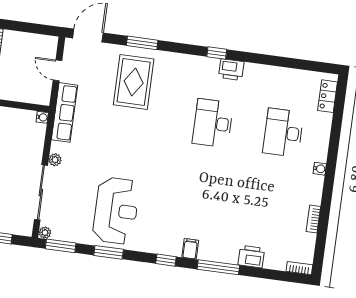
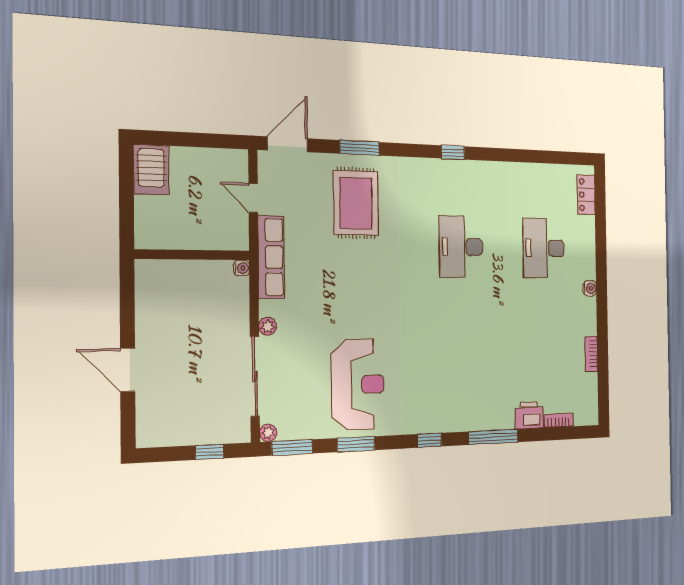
printer: (231, 70) -> (473, 173), removed
filing cabinet: (190, 249) -> (457, 419), removed
bookcase: (299, 268) -> (559, 420), moved

